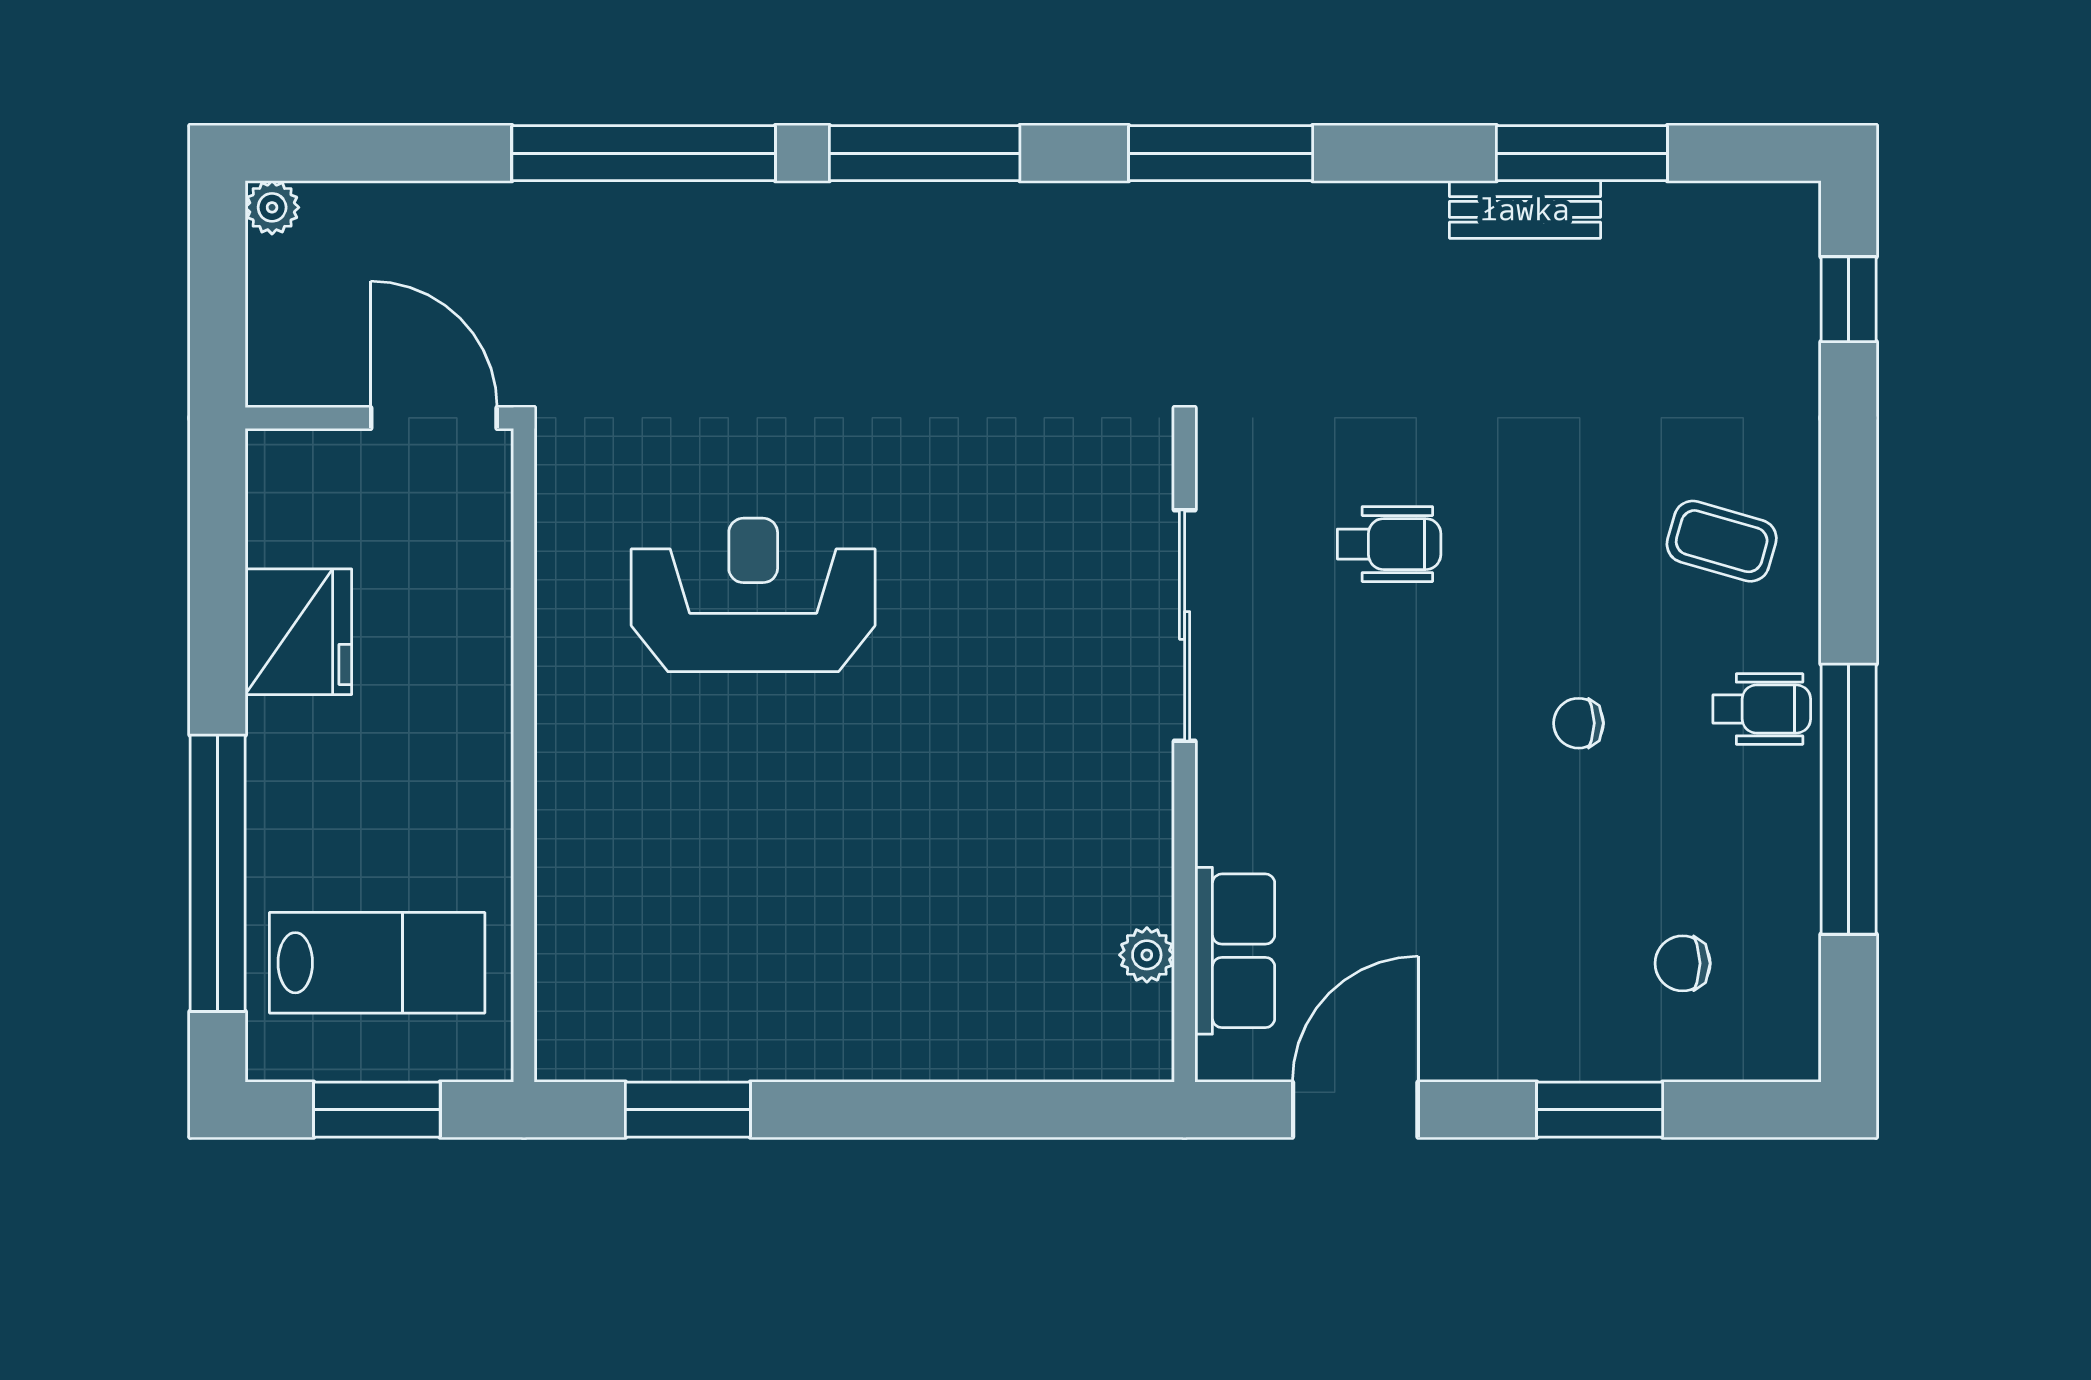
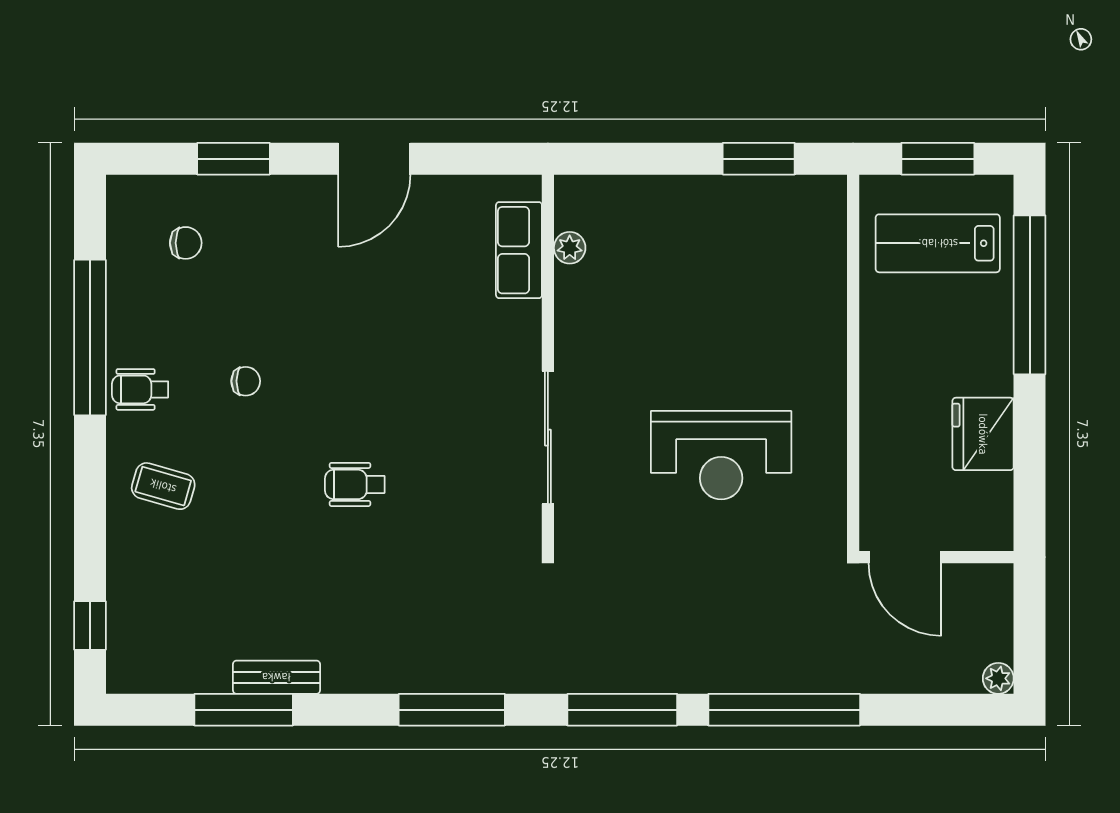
sliding door: (1185, 625) -> (548, 438), moved
wall: (1185, 755) -> (548, 363), moved
row of seats: (1235, 951) -> (519, 250), moved
plant: (1147, 955) -> (570, 248), moved

